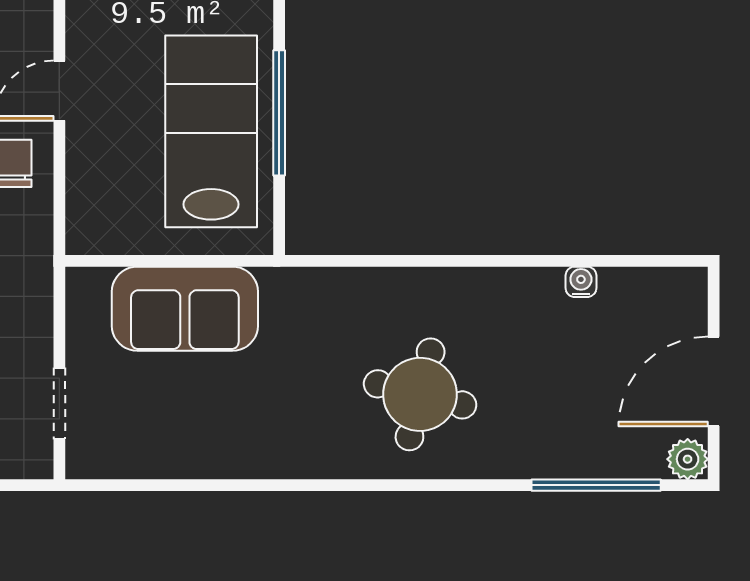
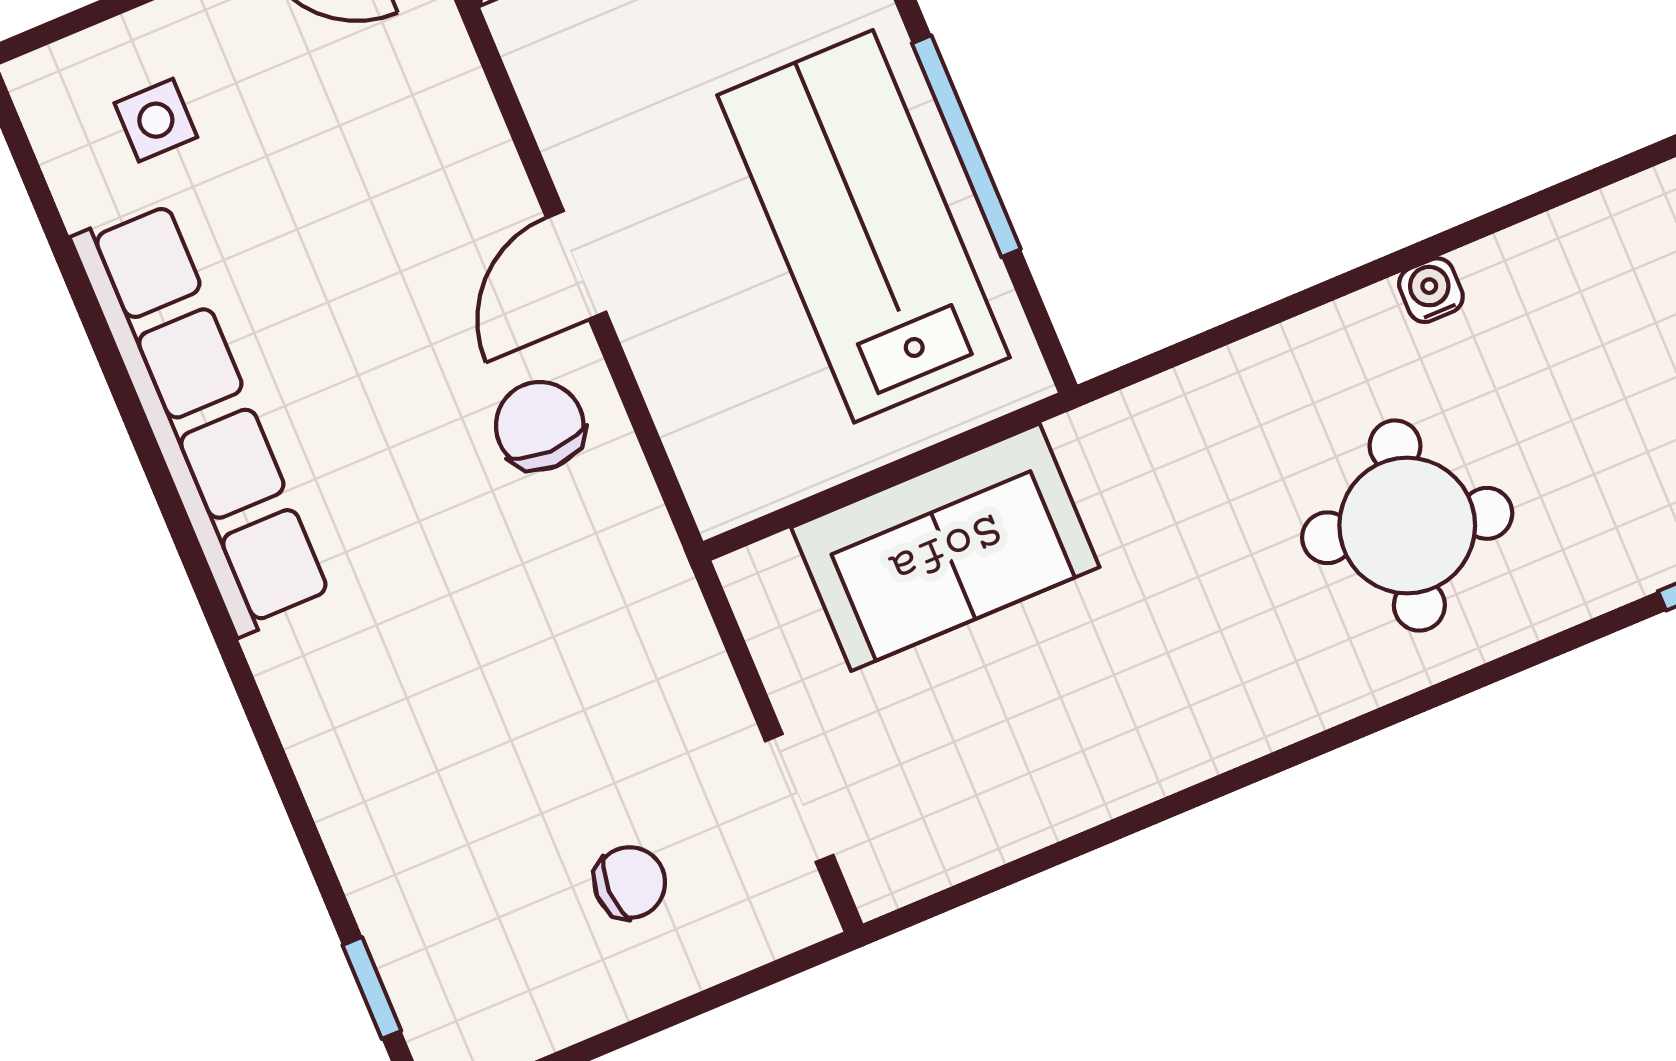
water cooler: (581, 282) -> (1431, 290), moved

